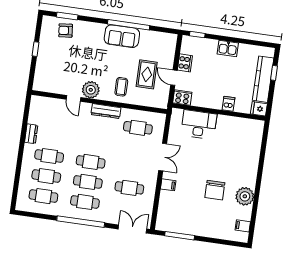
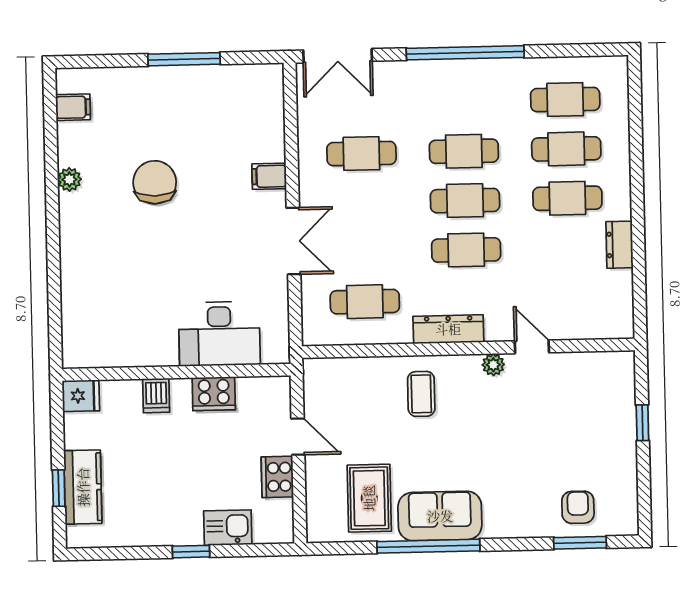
armchair: (66, 31) -> (578, 507), turned -84
window: (197, 35) -> (191, 552), moved
kitchen sink: (228, 48) -> (228, 528), moved
window: (35, 49) -> (642, 423), moved
rug: (147, 74) -> (369, 498), moved
kitchen counter: (263, 79) -> (83, 487), width x0.67
plant: (91, 90) -> (493, 365), width x0.53, depth x0.53
cooker: (182, 97) -> (214, 394), moved
double door: (163, 157) -> (294, 241), swing flipped
plant: (245, 196) -> (69, 179), width x0.53, depth x0.53
cafe table: (85, 202) -> (466, 250), moved
window: (180, 236) -> (184, 59), moved

